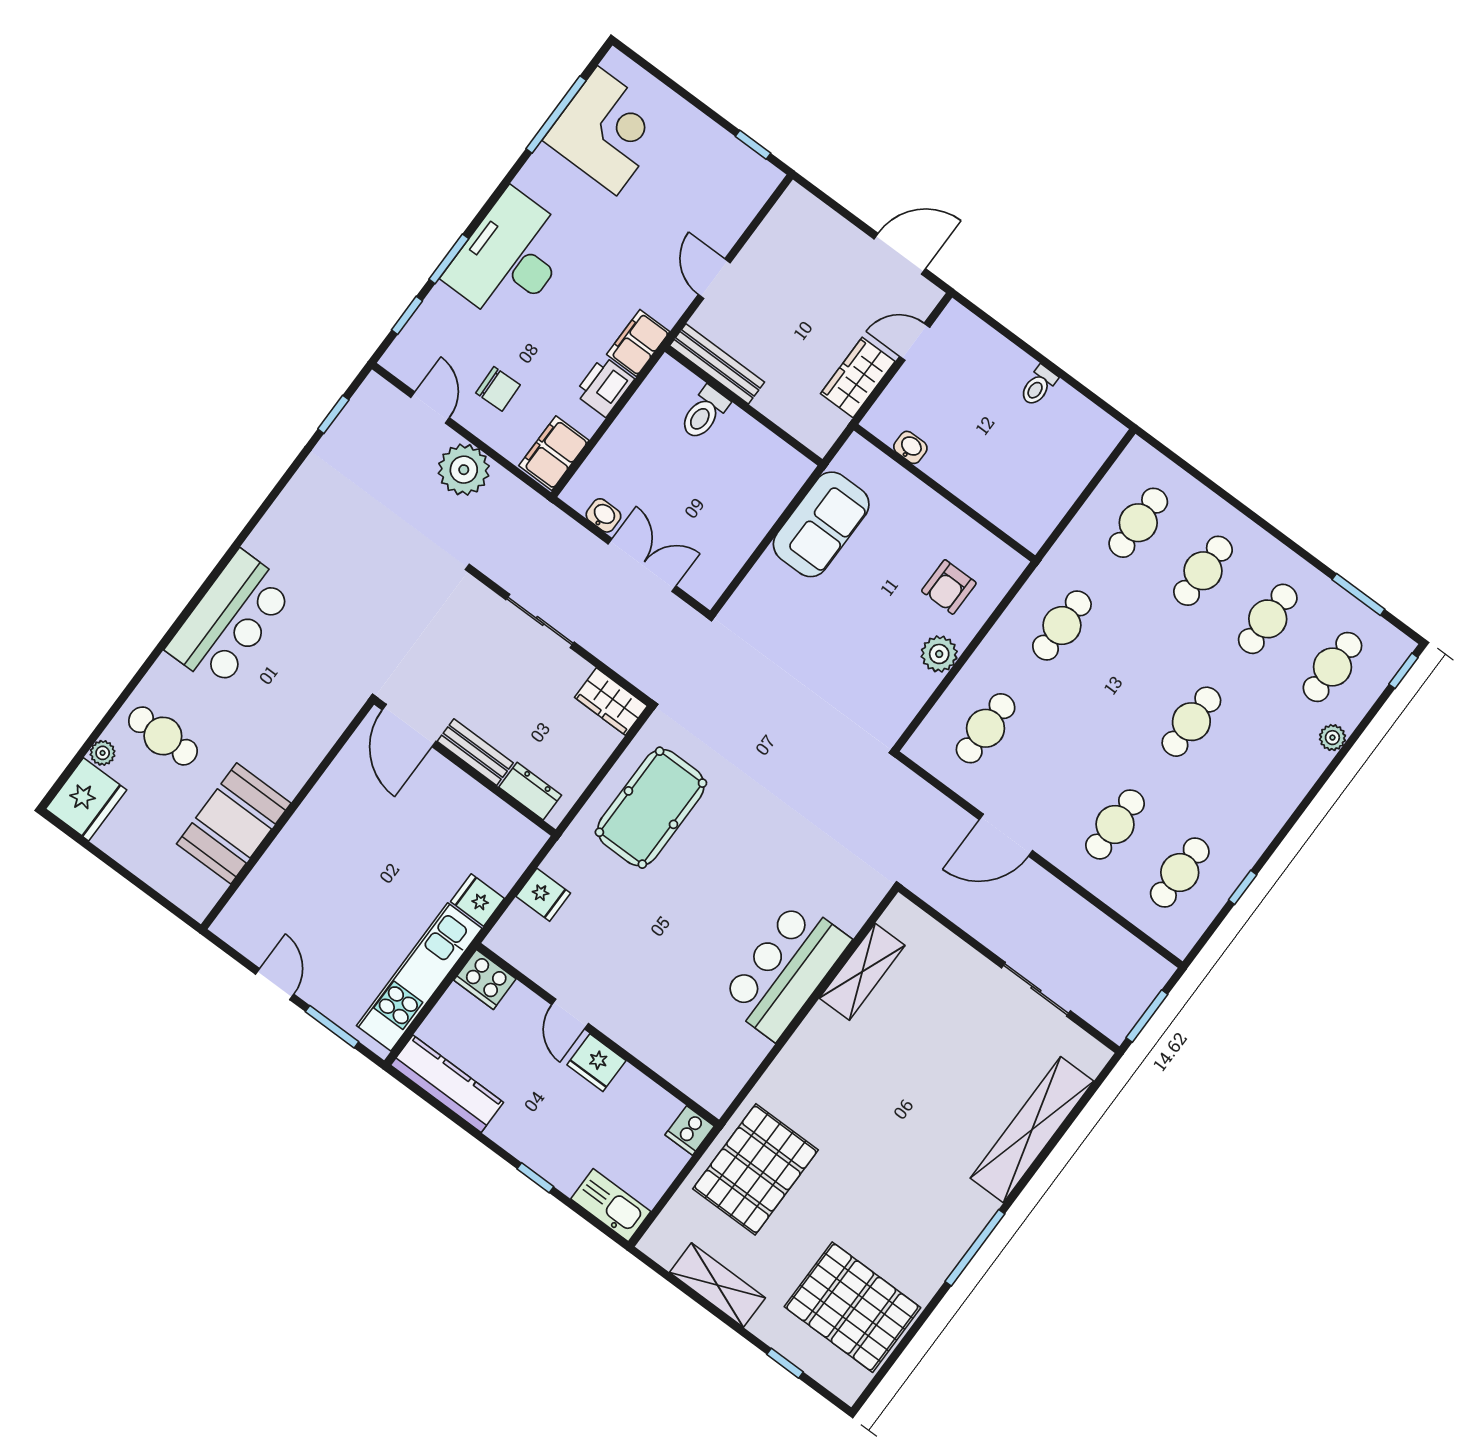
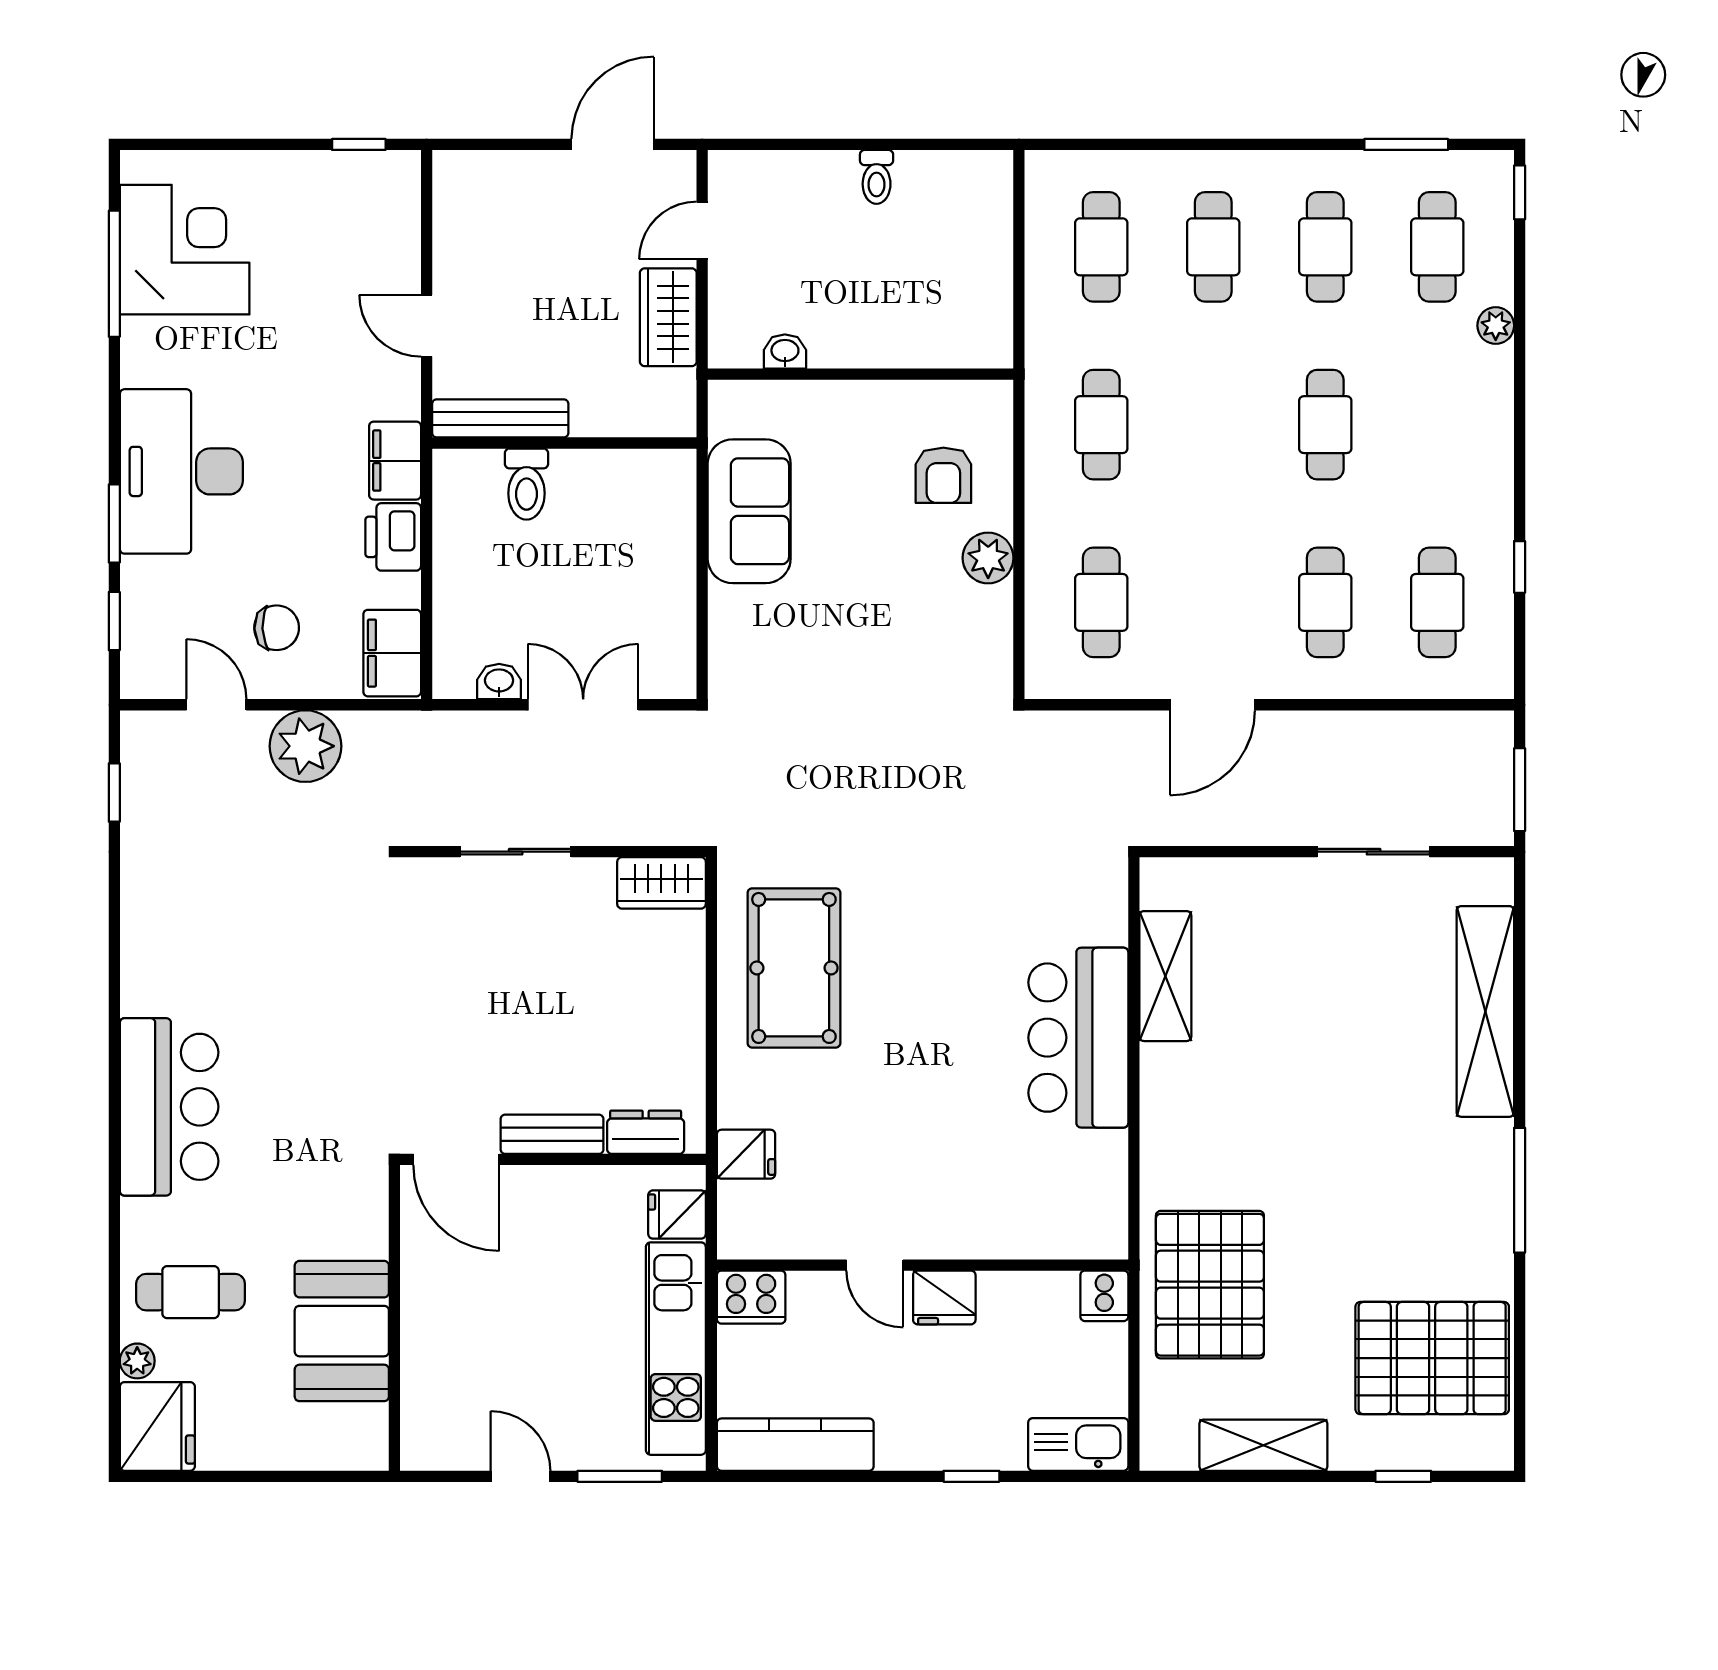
door: (409, 726) -> (456, 1159), moved
bench: (475, 752) -> (552, 1134), moved
wall: (465, 767) -> (553, 1159), moved
dresser: (530, 791) -> (646, 1132), moved

